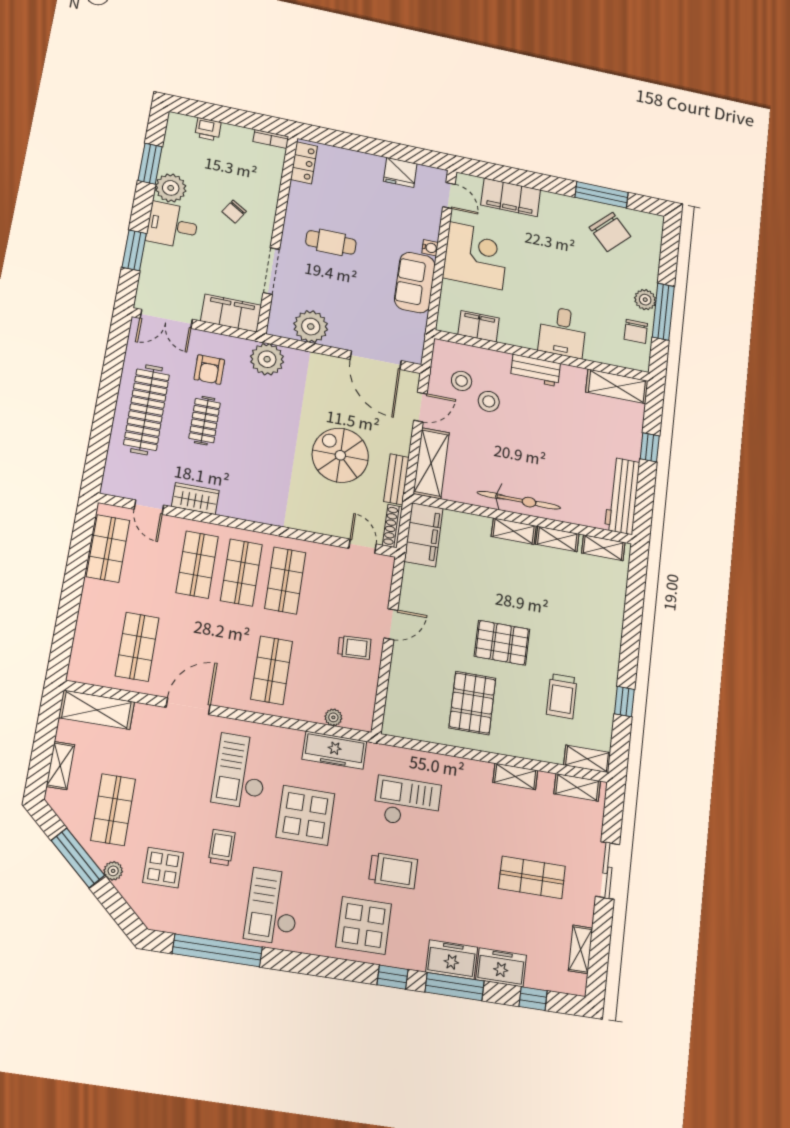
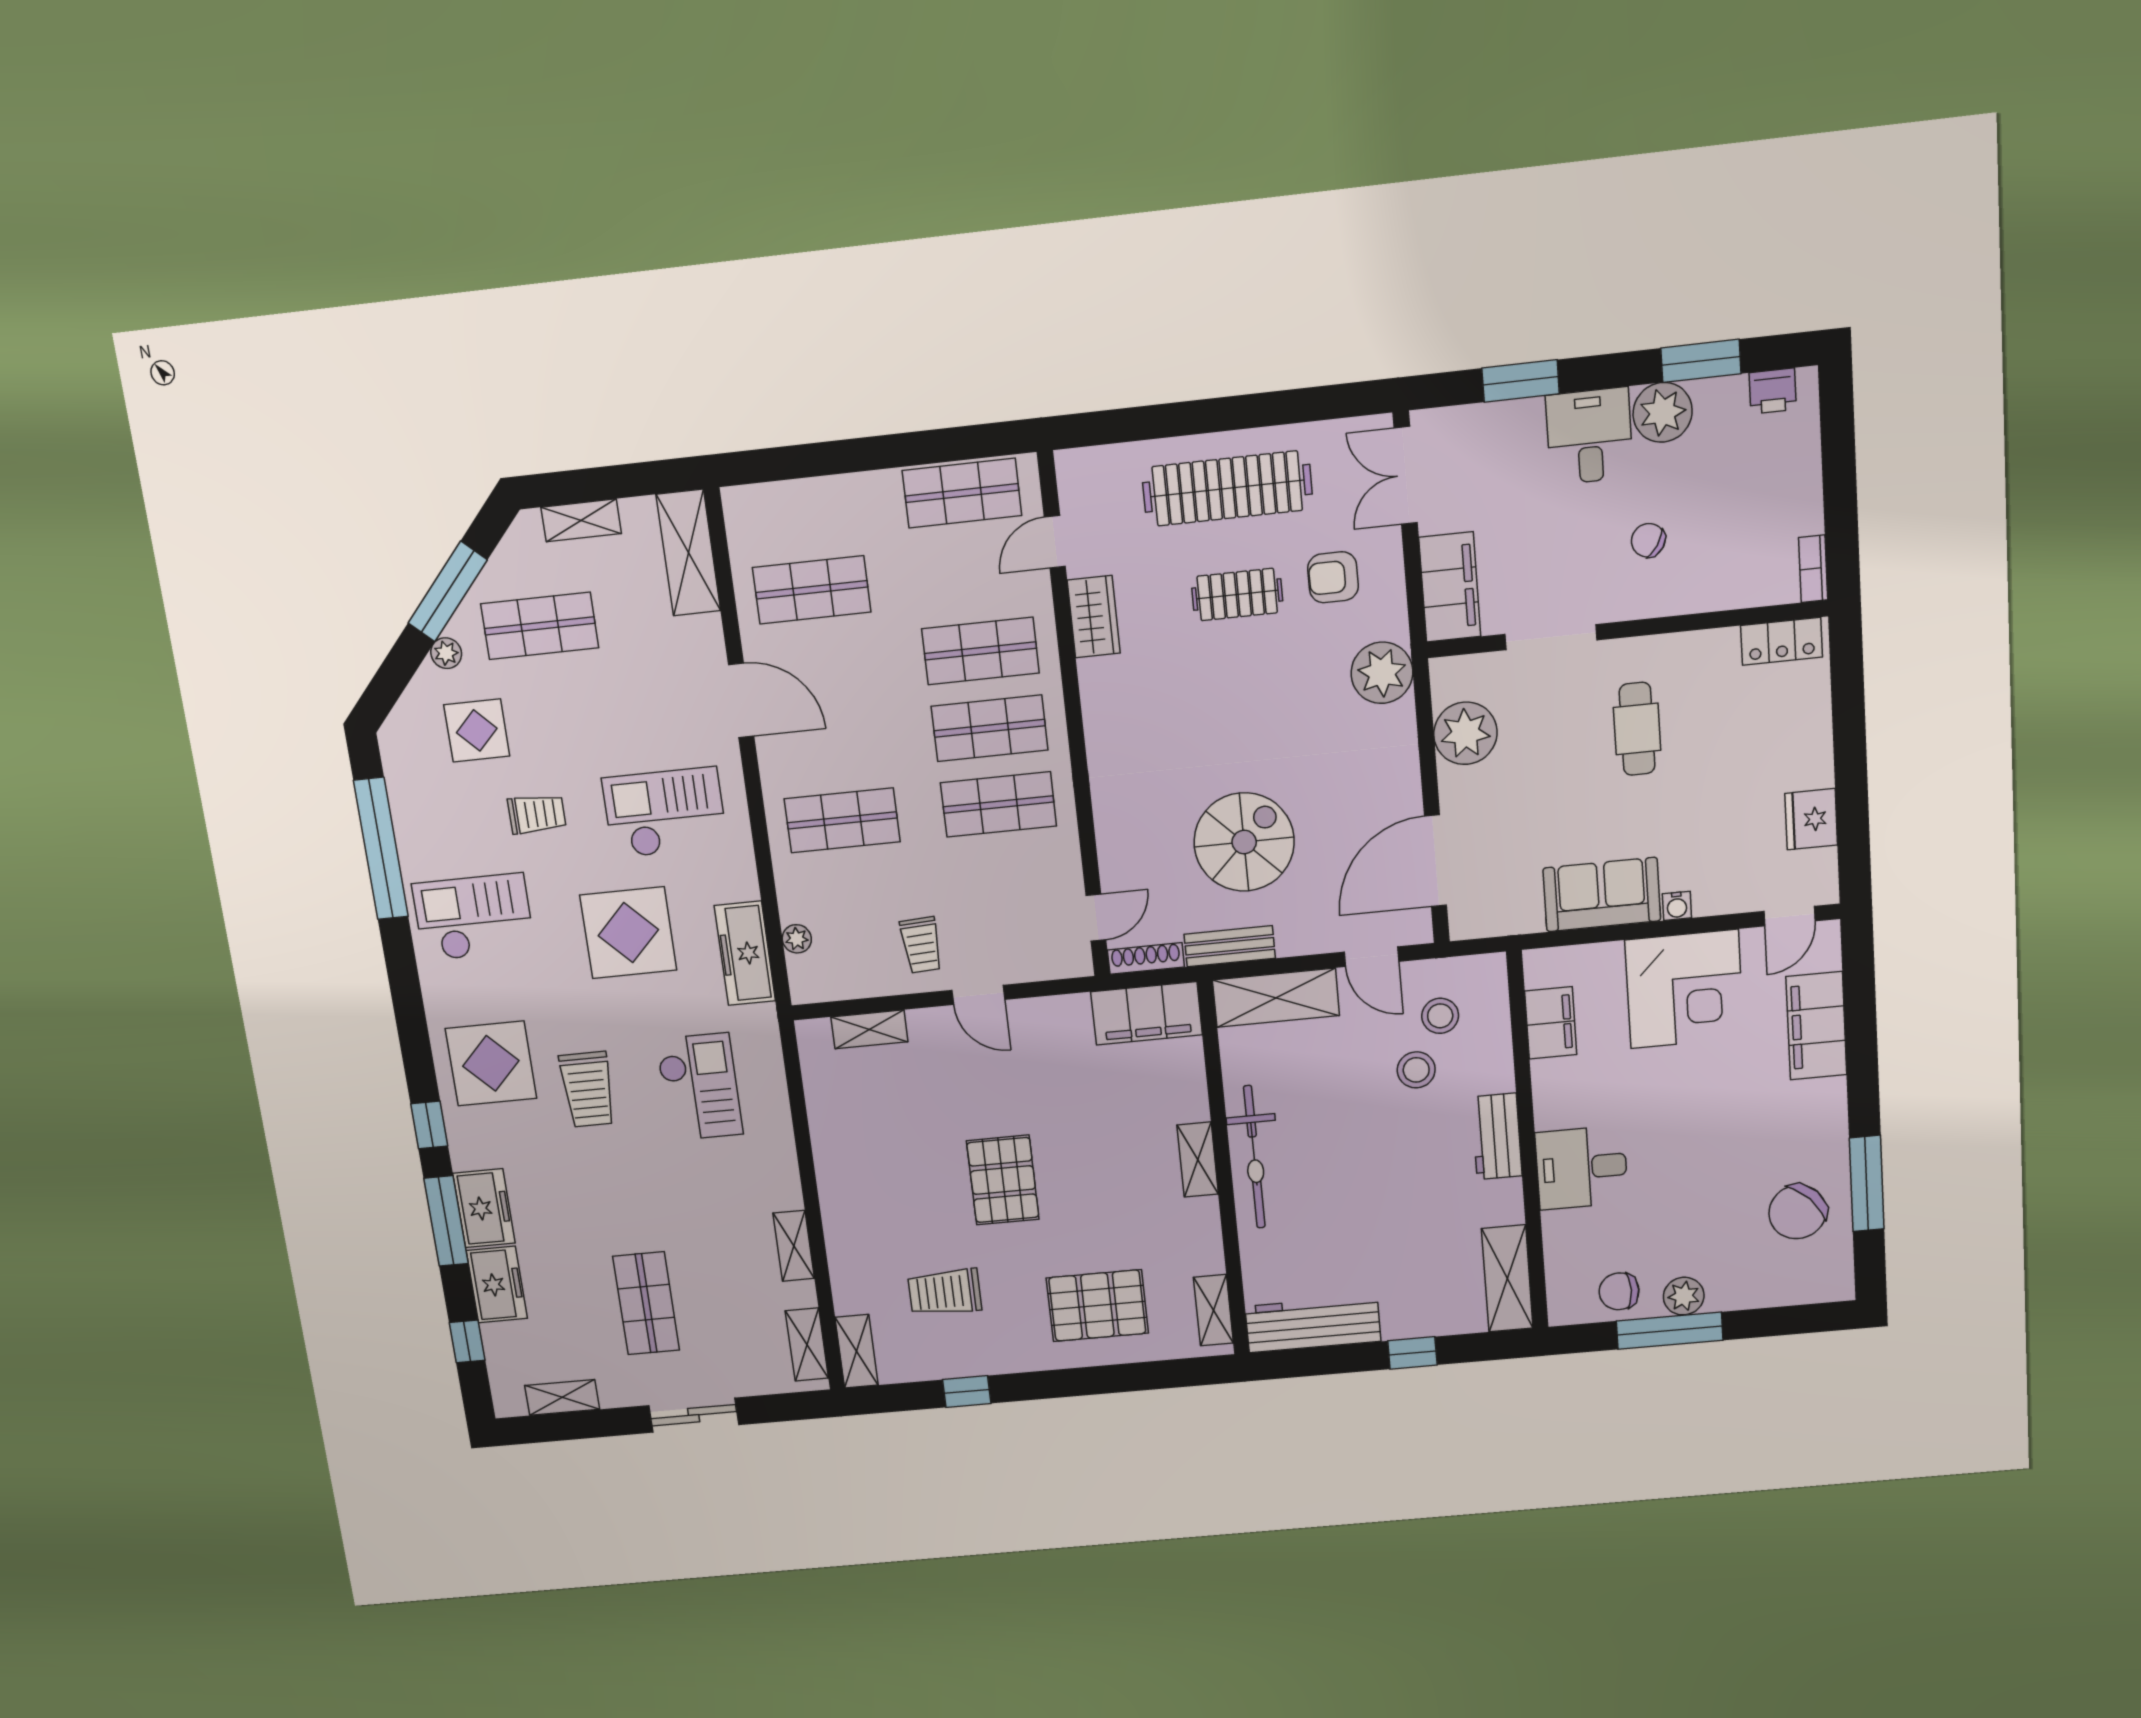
printer: (208, 129) -> (1773, 391), moved, turned -90
shelving: (557, 539) -> (869, 1029), moved, turned 90
pallet: (472, 703) -> (1097, 1306), moved

